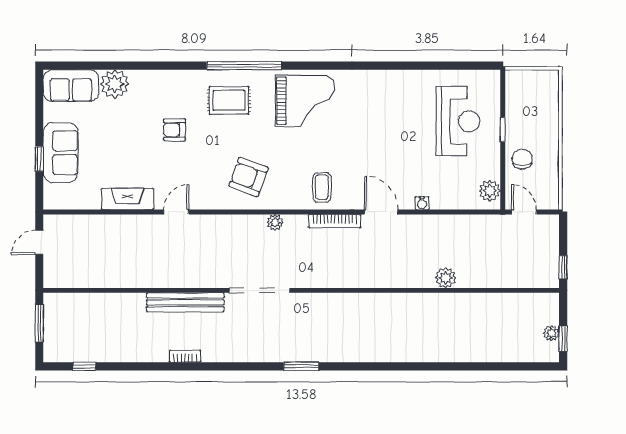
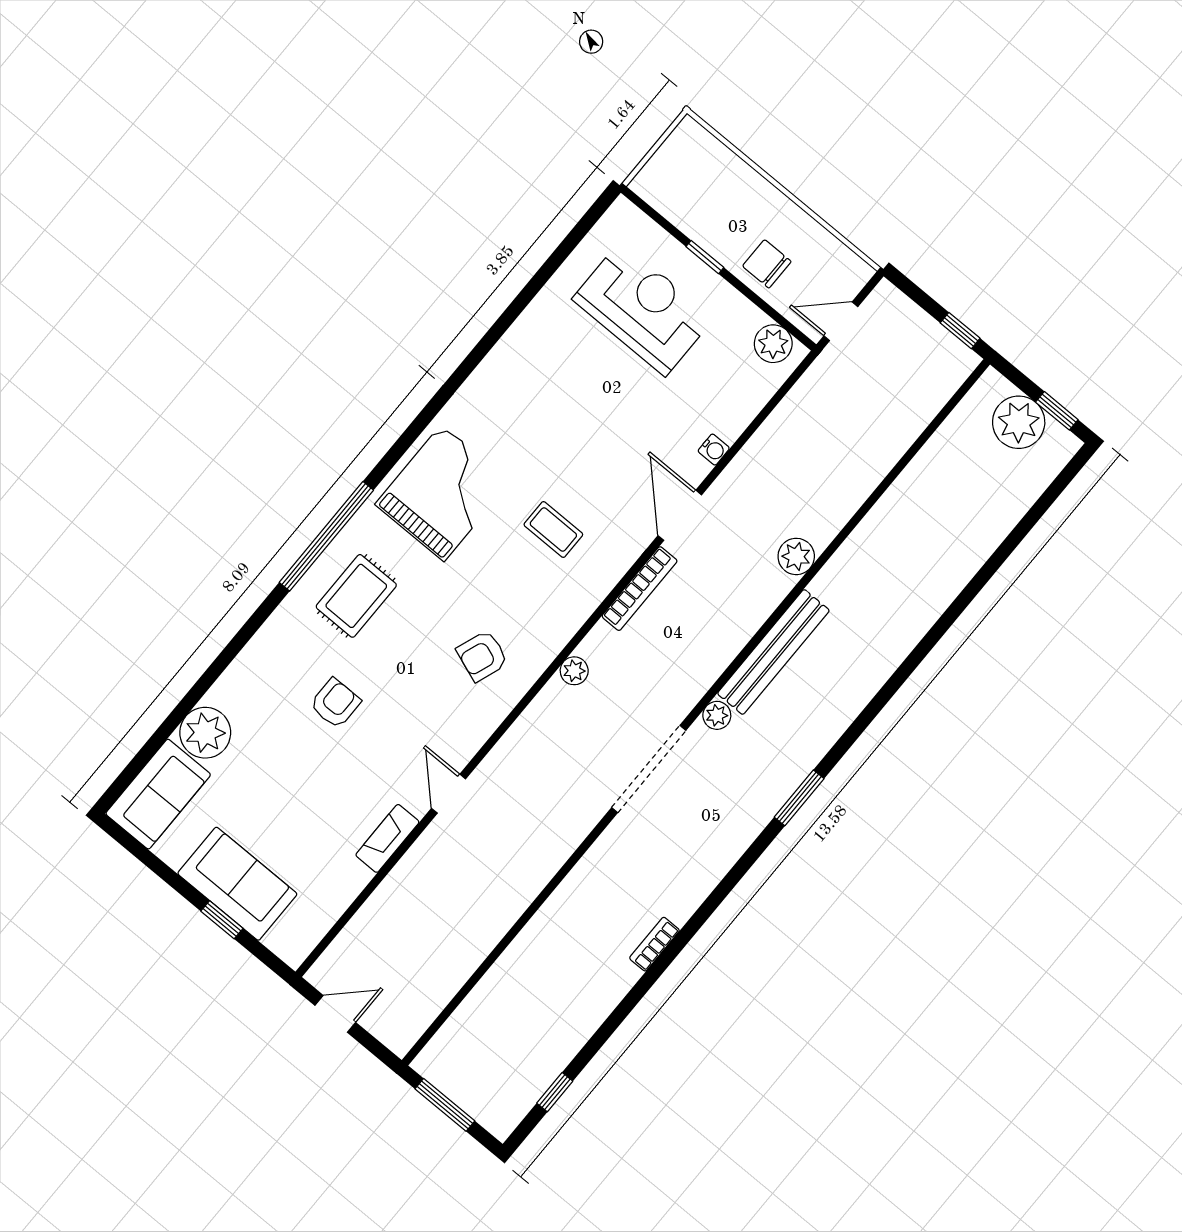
armchair: (175, 130) -> (335, 703), turned 180
armchair: (248, 177) -> (482, 656), width x0.72, depth x0.72
coffee table: (322, 187) -> (553, 529), moved
fireplace: (128, 199) -> (387, 838), width x0.73, depth x0.76
door: (381, 212) -> (680, 515), hinge flipped
door: (39, 242) -> (335, 1014), swing flipped
plant: (446, 278) -> (796, 556), moved
plant: (307, 301) -> (717, 715), added
bench: (185, 302) -> (773, 652), moved
plant: (551, 333) -> (1019, 422), width x1.87, depth x1.87

